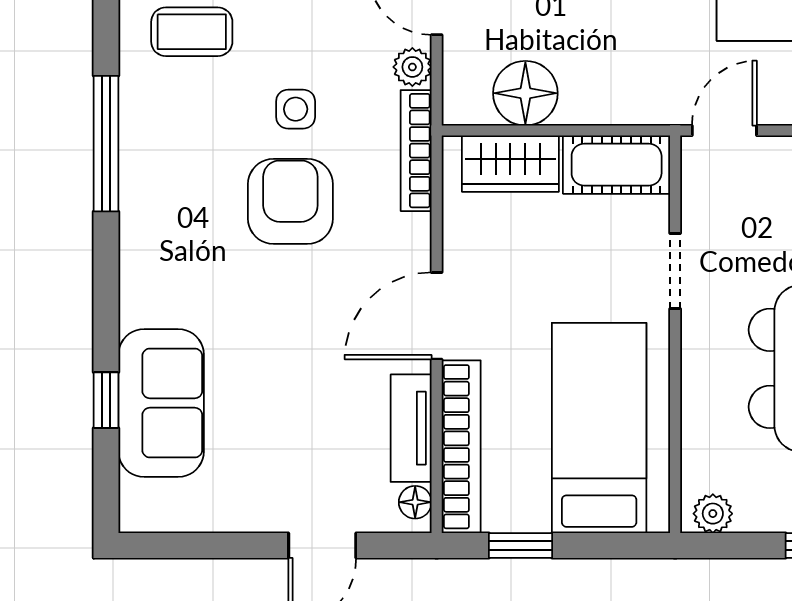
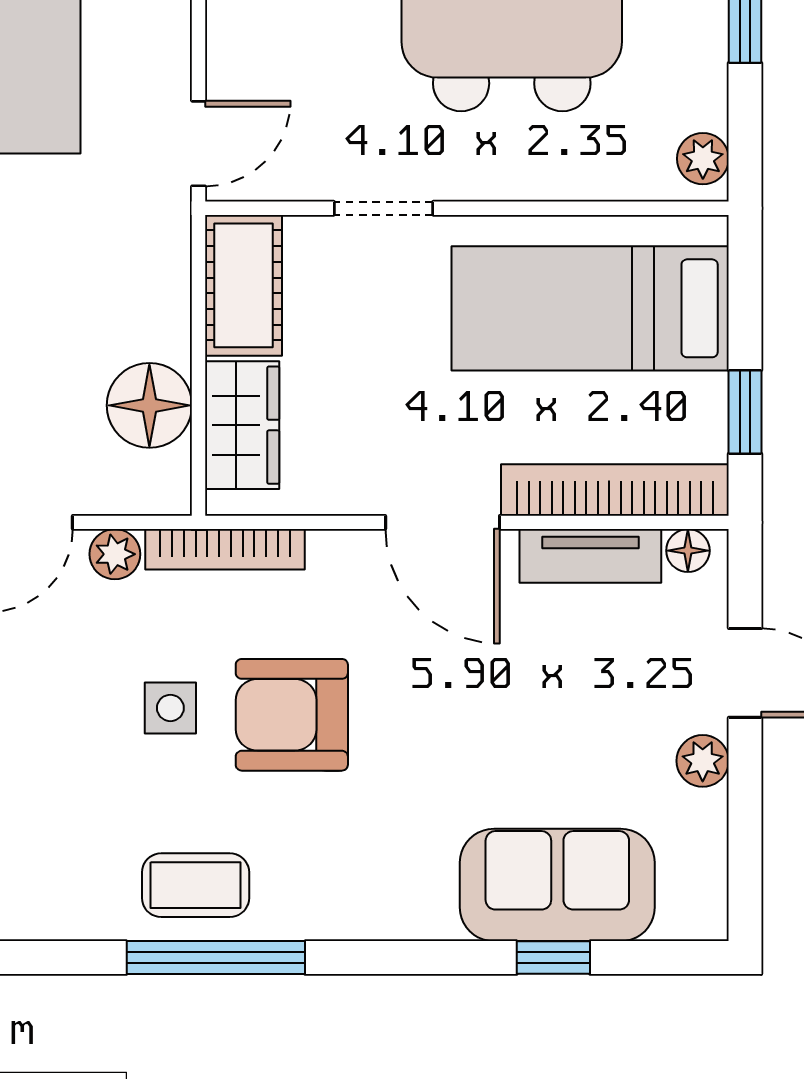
coffee table: (192, 32) -> (196, 885), moved, turned 90
door: (724, 131) -> (199, 144), swing flipped
plant: (255, 513) -> (703, 761), added

